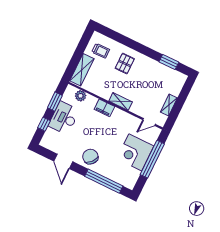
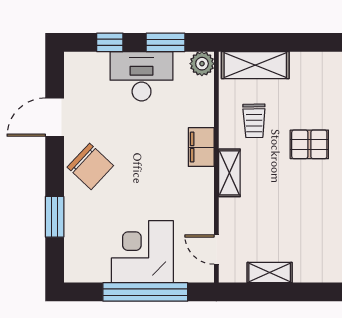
trolley: (101, 51) -> (254, 121), moved
plant: (81, 96) -> (202, 64), moved
chair: (90, 157) -> (90, 166), turned 92
window: (104, 181) -> (55, 217), width x0.47

